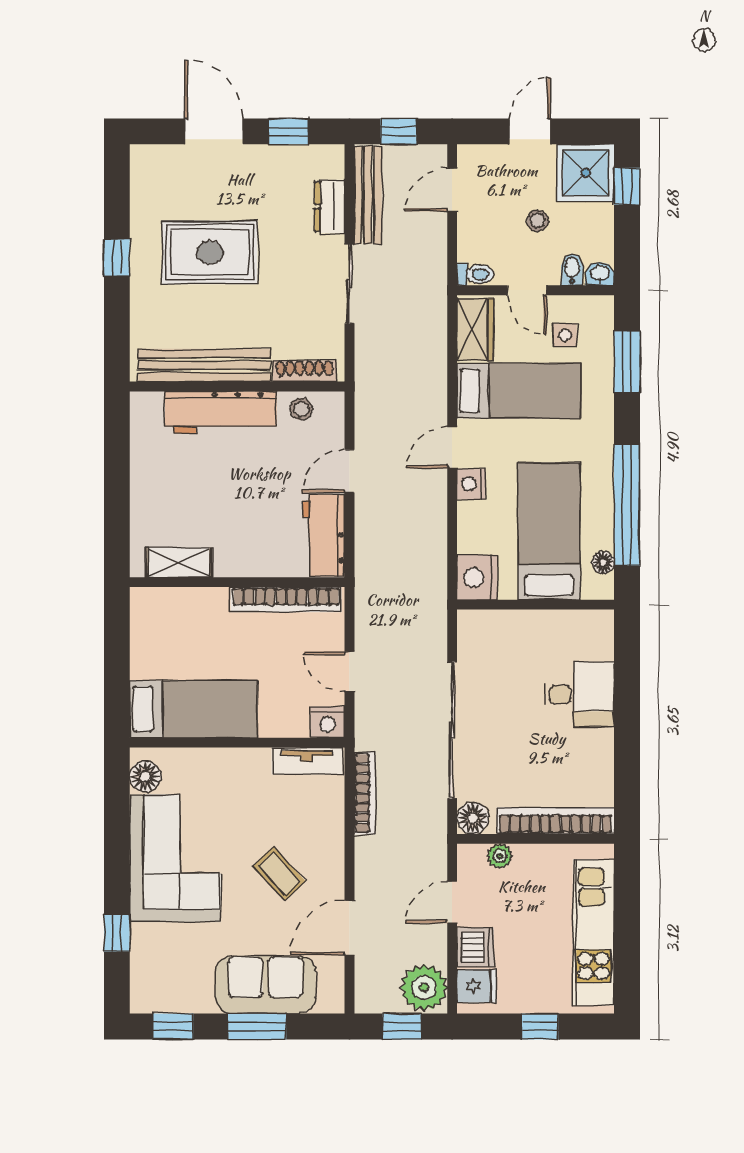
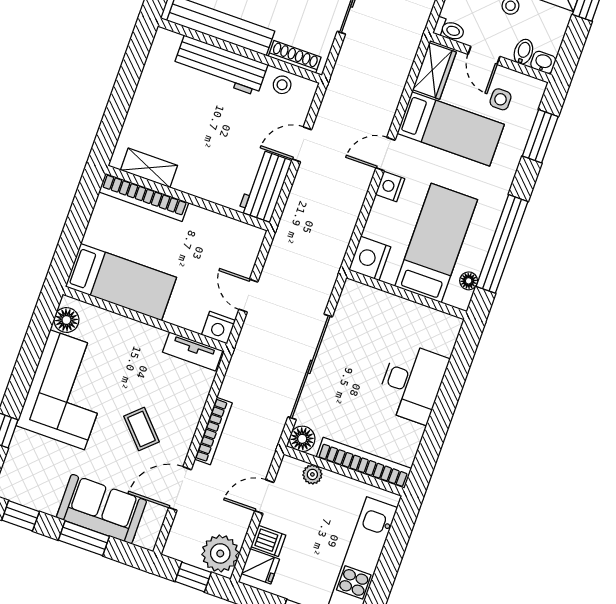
bookcase: (286, 600) -> (144, 197), moved
desk: (579, 694) -> (412, 383), width x1.37
bookcase: (365, 793) -> (213, 431), moved
dishwasher: (475, 947) -> (268, 541), width x0.73

